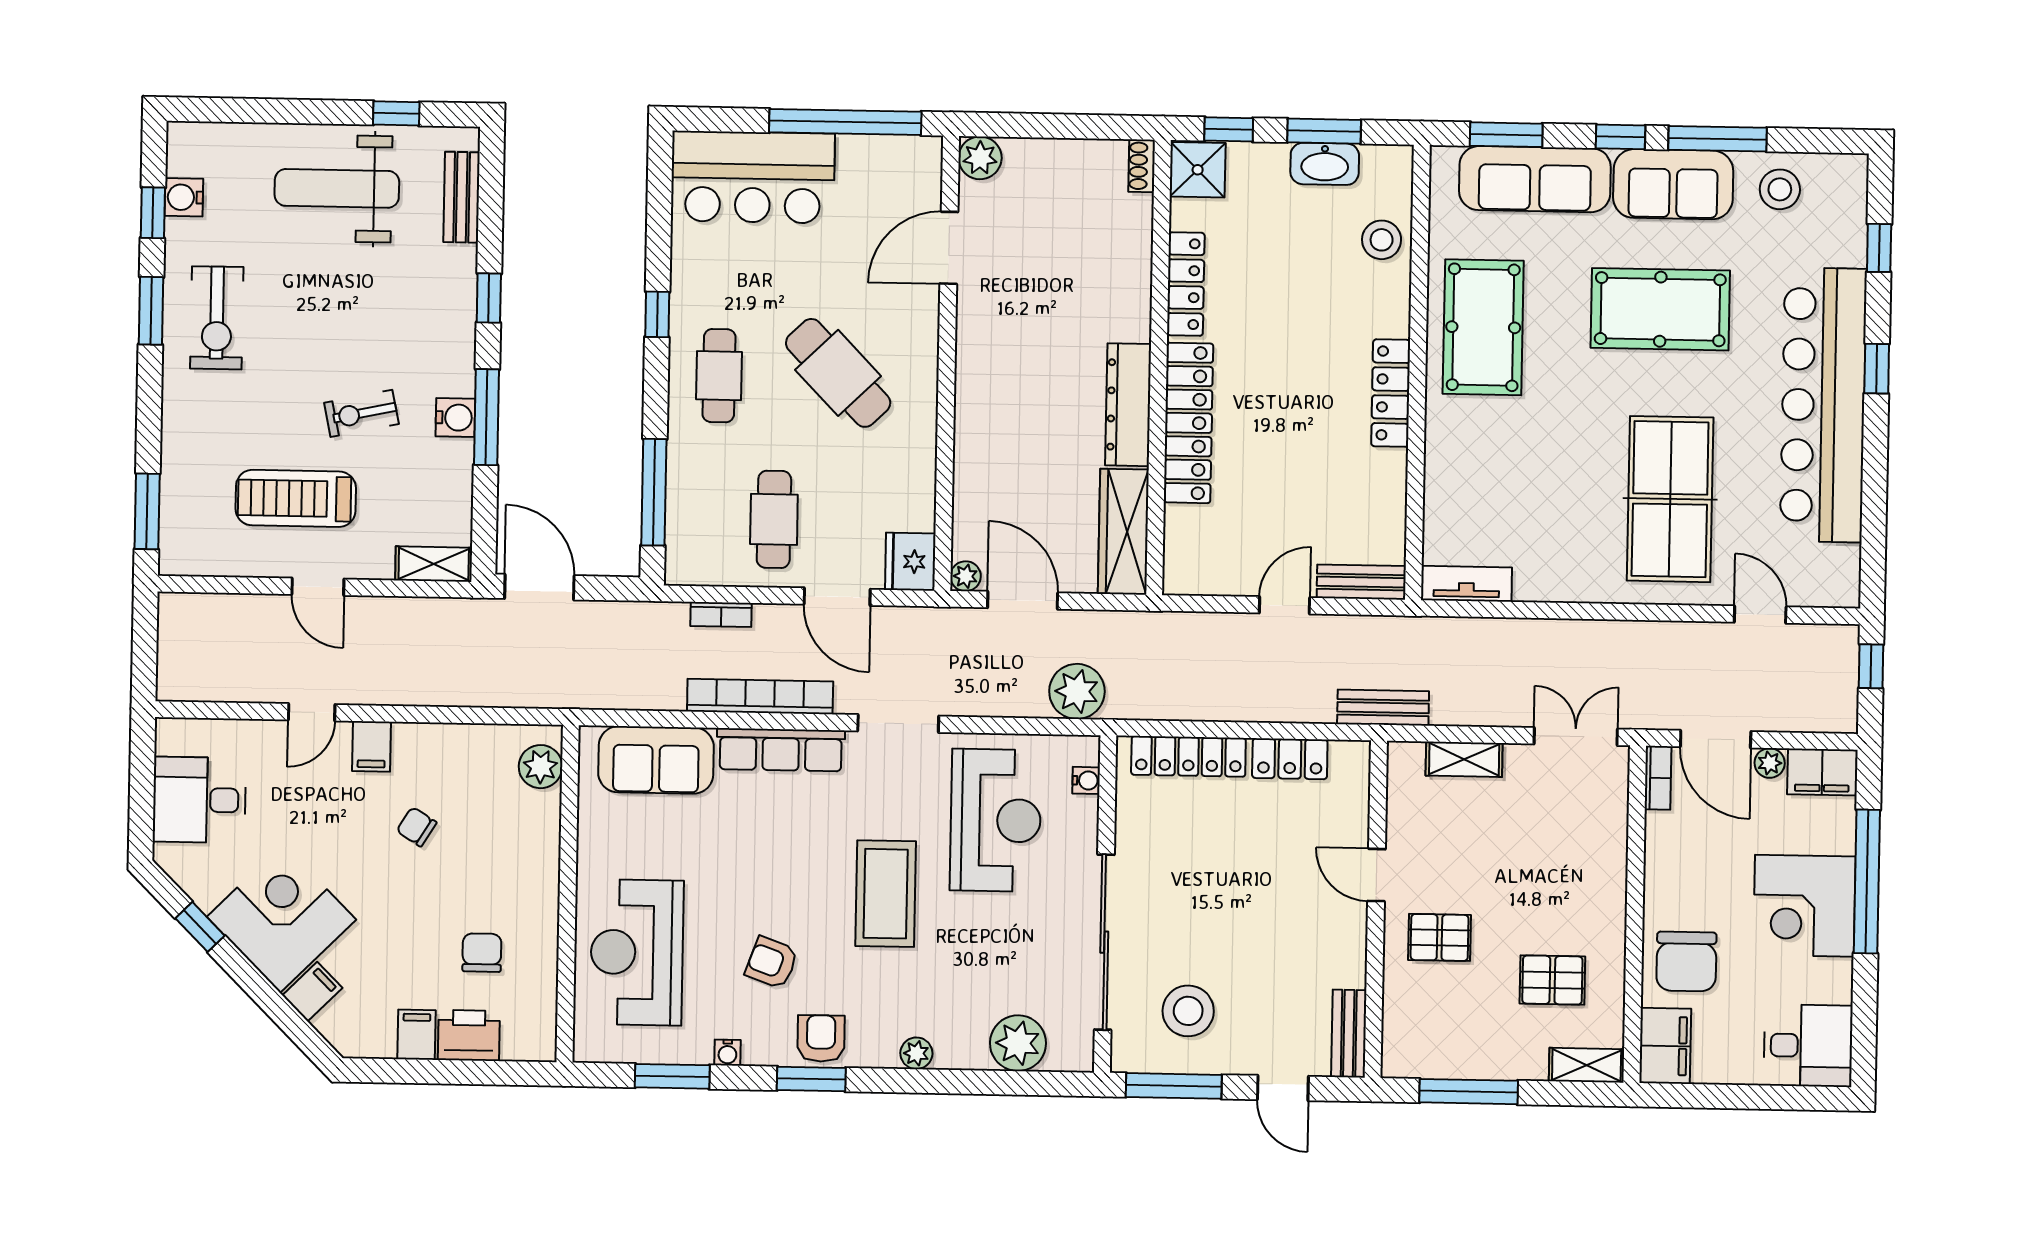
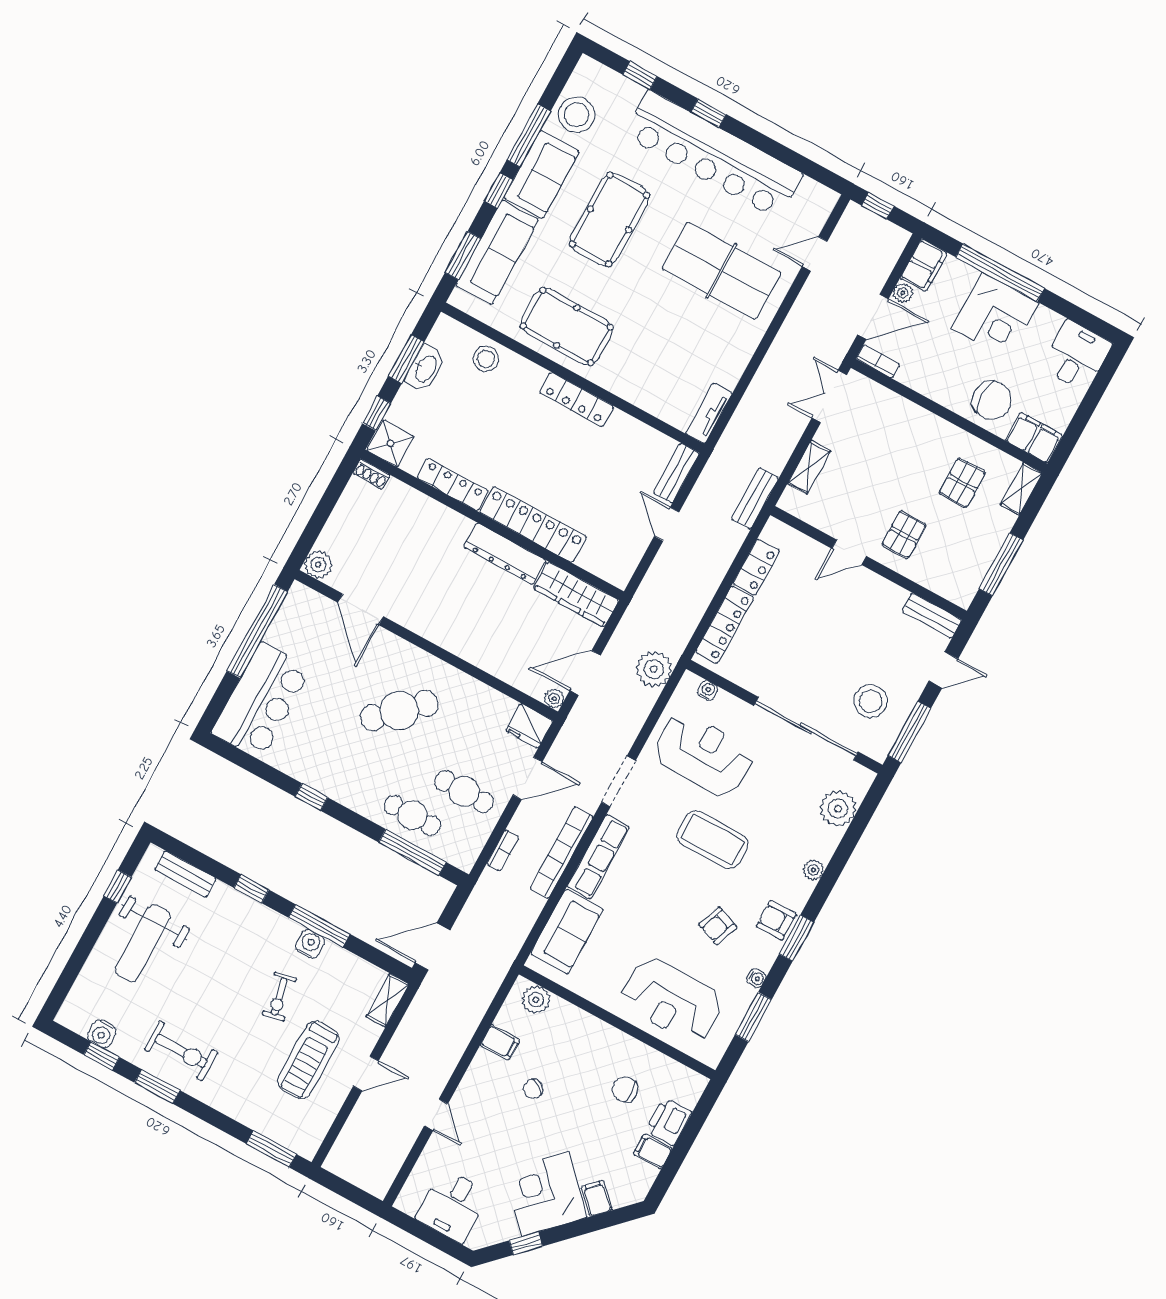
stool: (1780, 189) -> (577, 115), width x1.38, depth x1.38
cafe table: (719, 376) -> (412, 815), moved
filing cabinet: (371, 746) -> (500, 1042), moved

